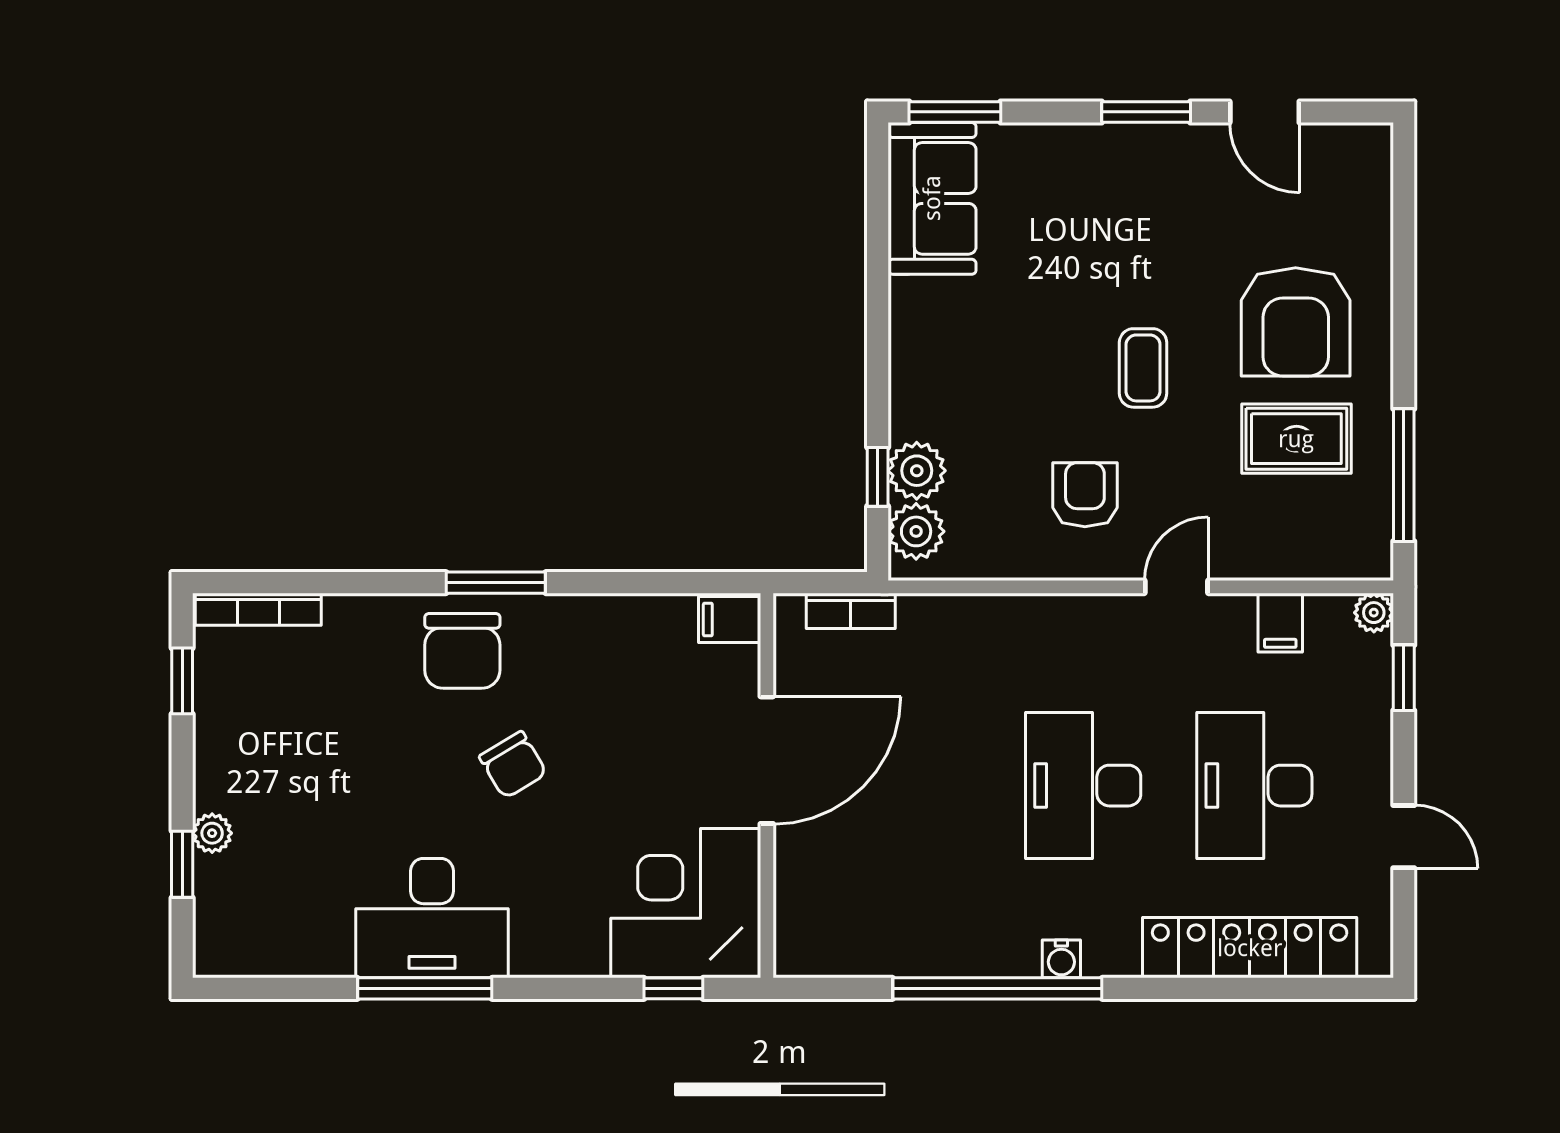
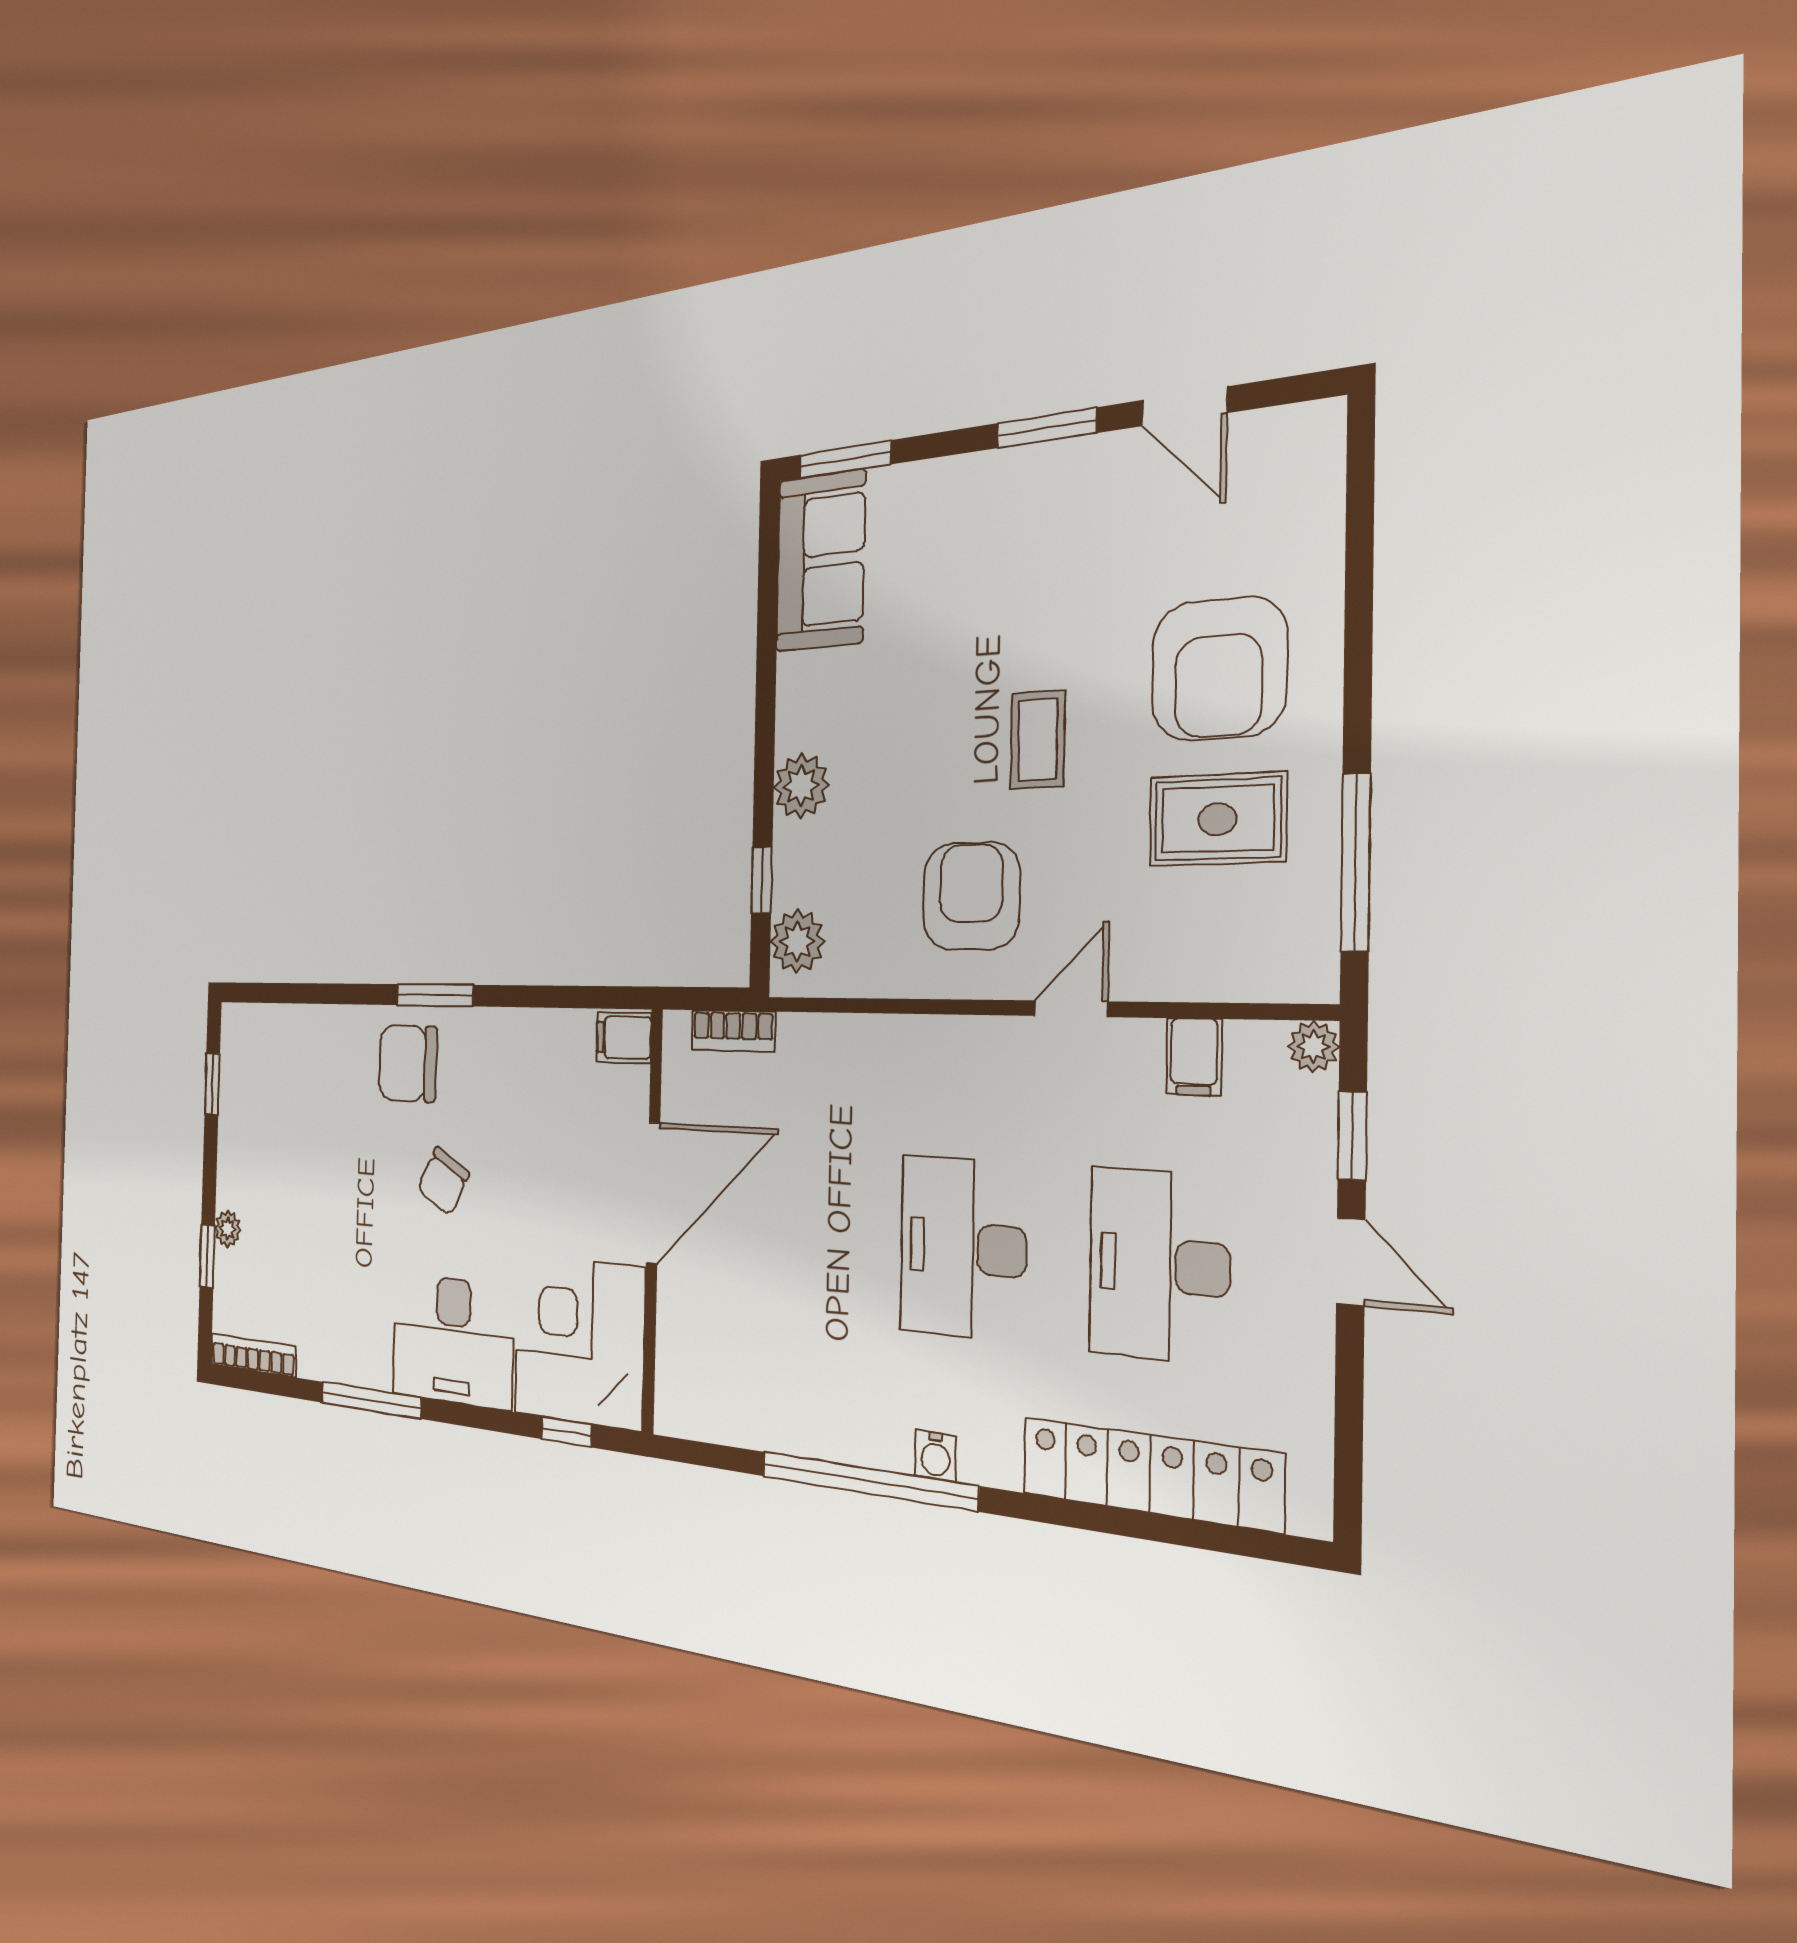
plant: (917, 471) -> (801, 786), moved
armchair: (1085, 495) -> (971, 896), width x1.38, depth x1.38
bookcase: (258, 609) -> (253, 1355), moved, turned 180
chair: (462, 651) -> (408, 1063), turned 90
chair: (513, 765) -> (443, 1181), turned 60
door: (1404, 837) -> (1351, 1262), moved
desk: (432, 918) -> (453, 1340), moved

